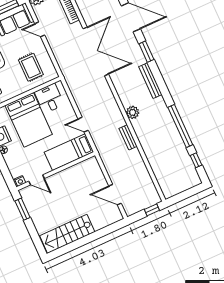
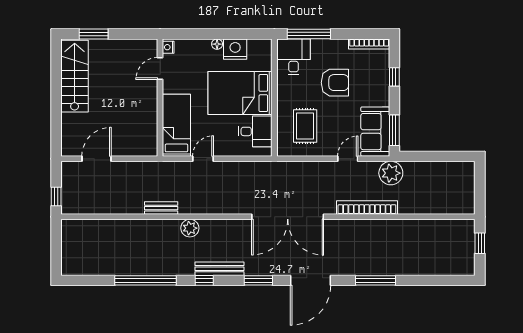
rug: (31, 67) -> (305, 126), turned 90
window: (196, 160) -> (204, 280), moved
window: (22, 209) -> (94, 34), moved

